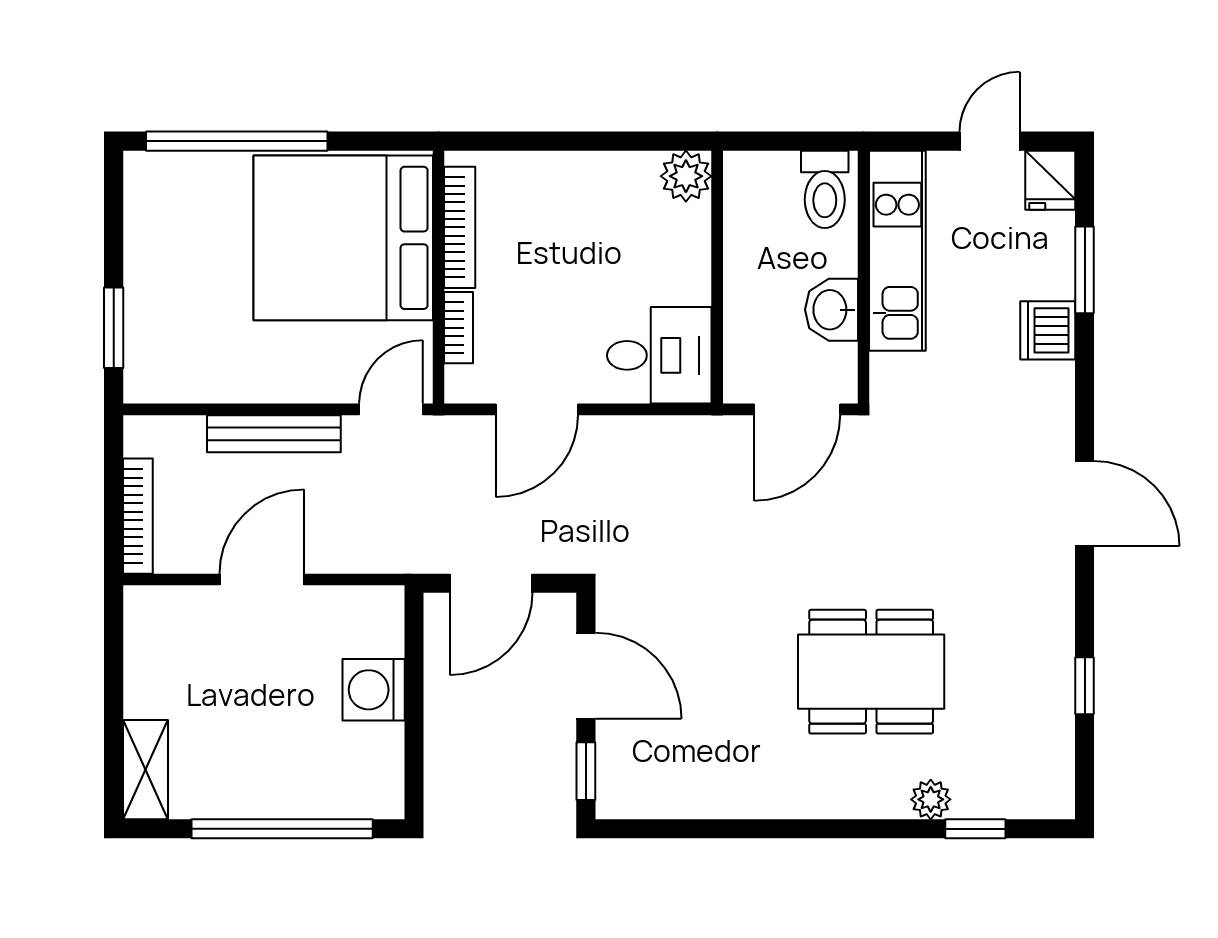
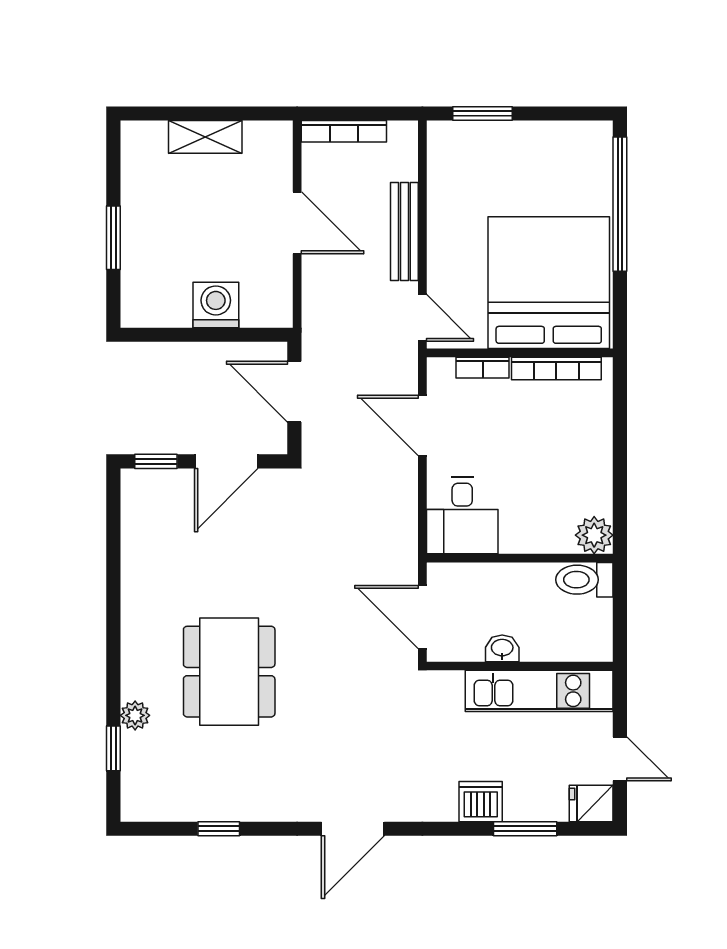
toilet: (825, 189) -> (584, 580), moved
washbasin: (831, 310) -> (502, 648), width x0.72, depth x0.69
shelving: (145, 770) -> (205, 137), moved
window: (282, 829) -> (113, 238), width x0.47

